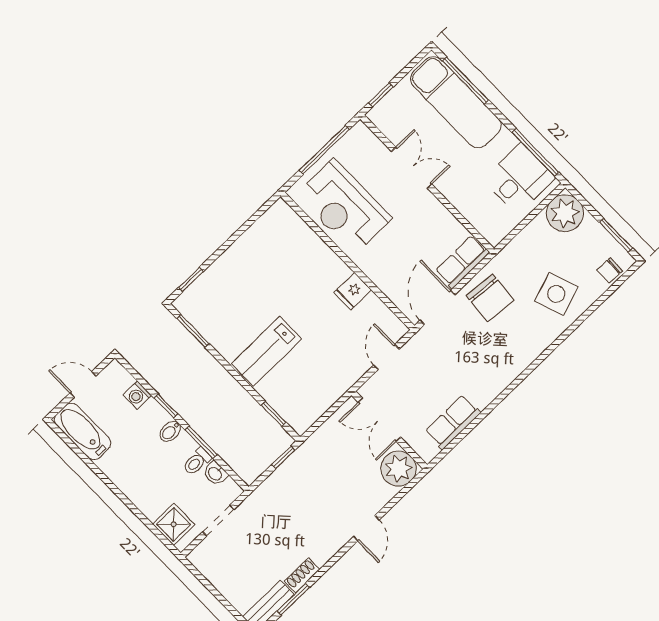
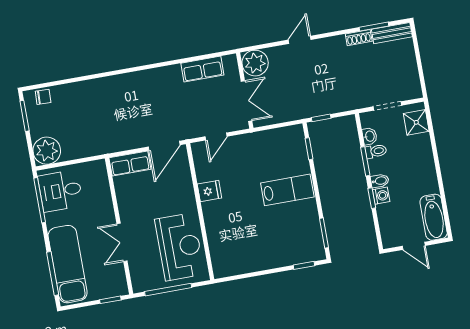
side table: (556, 294) -> (86, 105), removed
chair: (490, 298) -> (128, 130), removed
washing machine: (137, 395) -> (381, 196), moved

